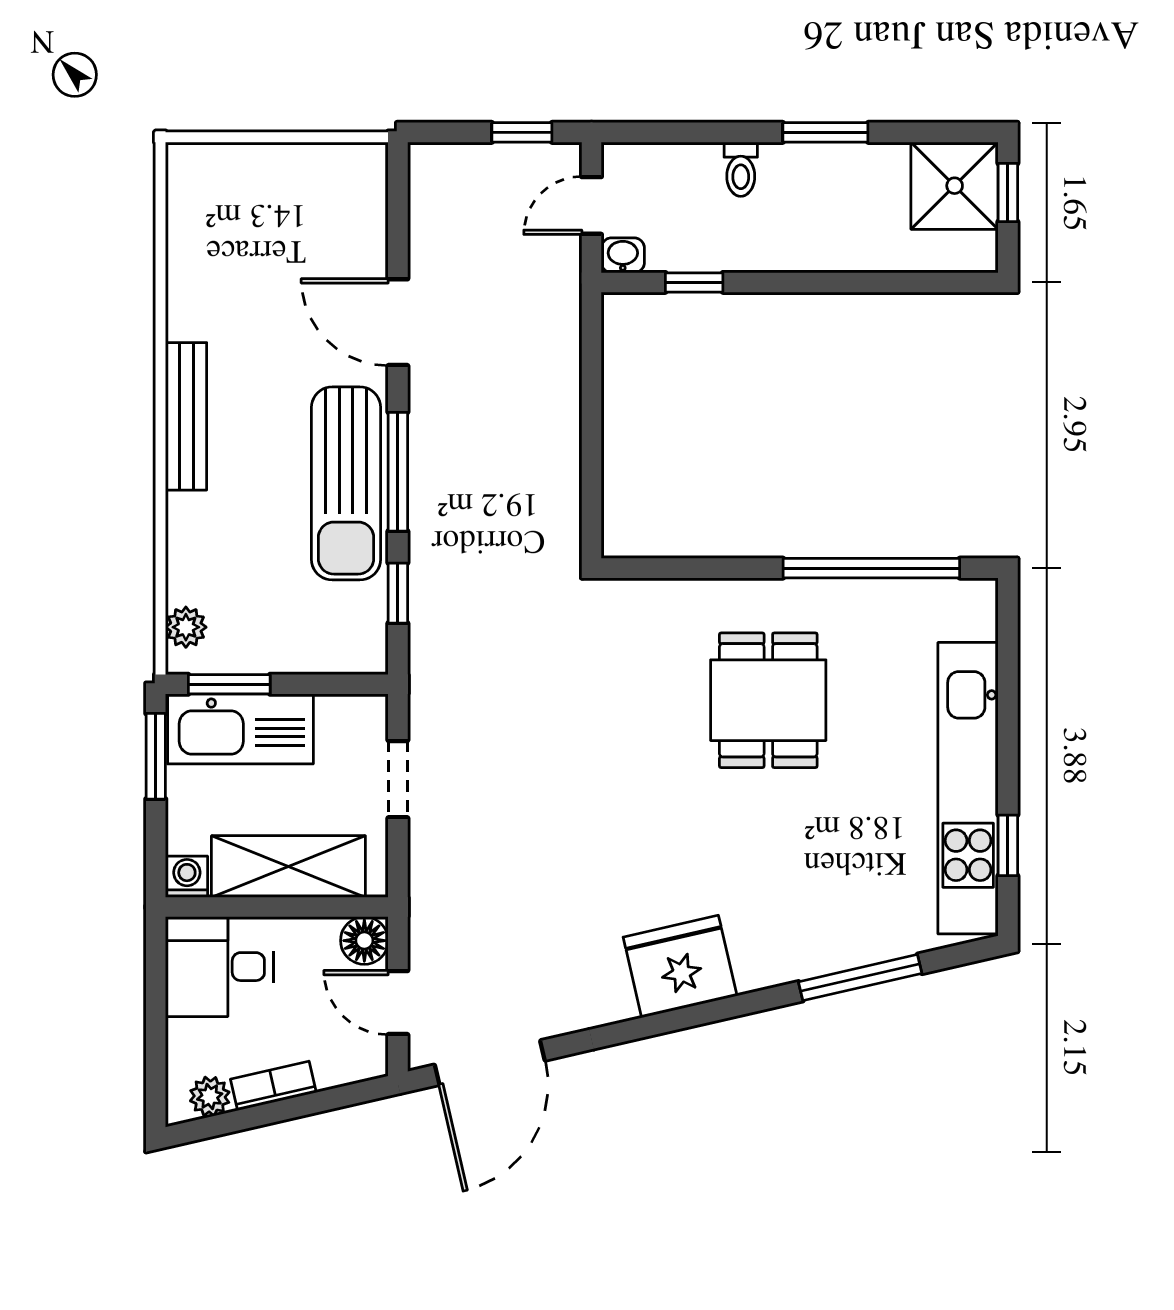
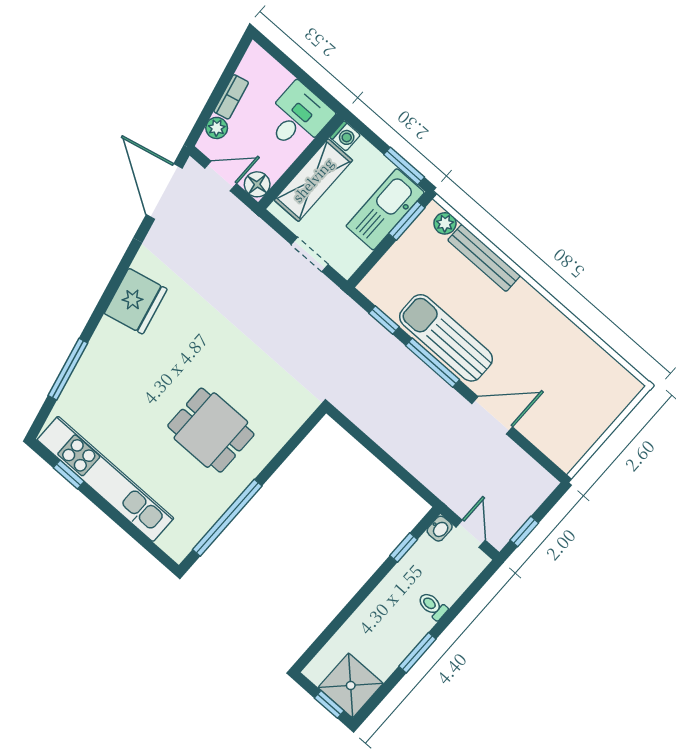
bench: (186, 416) -> (484, 258), moved
plant: (210, 1097) -> (217, 128), moved

